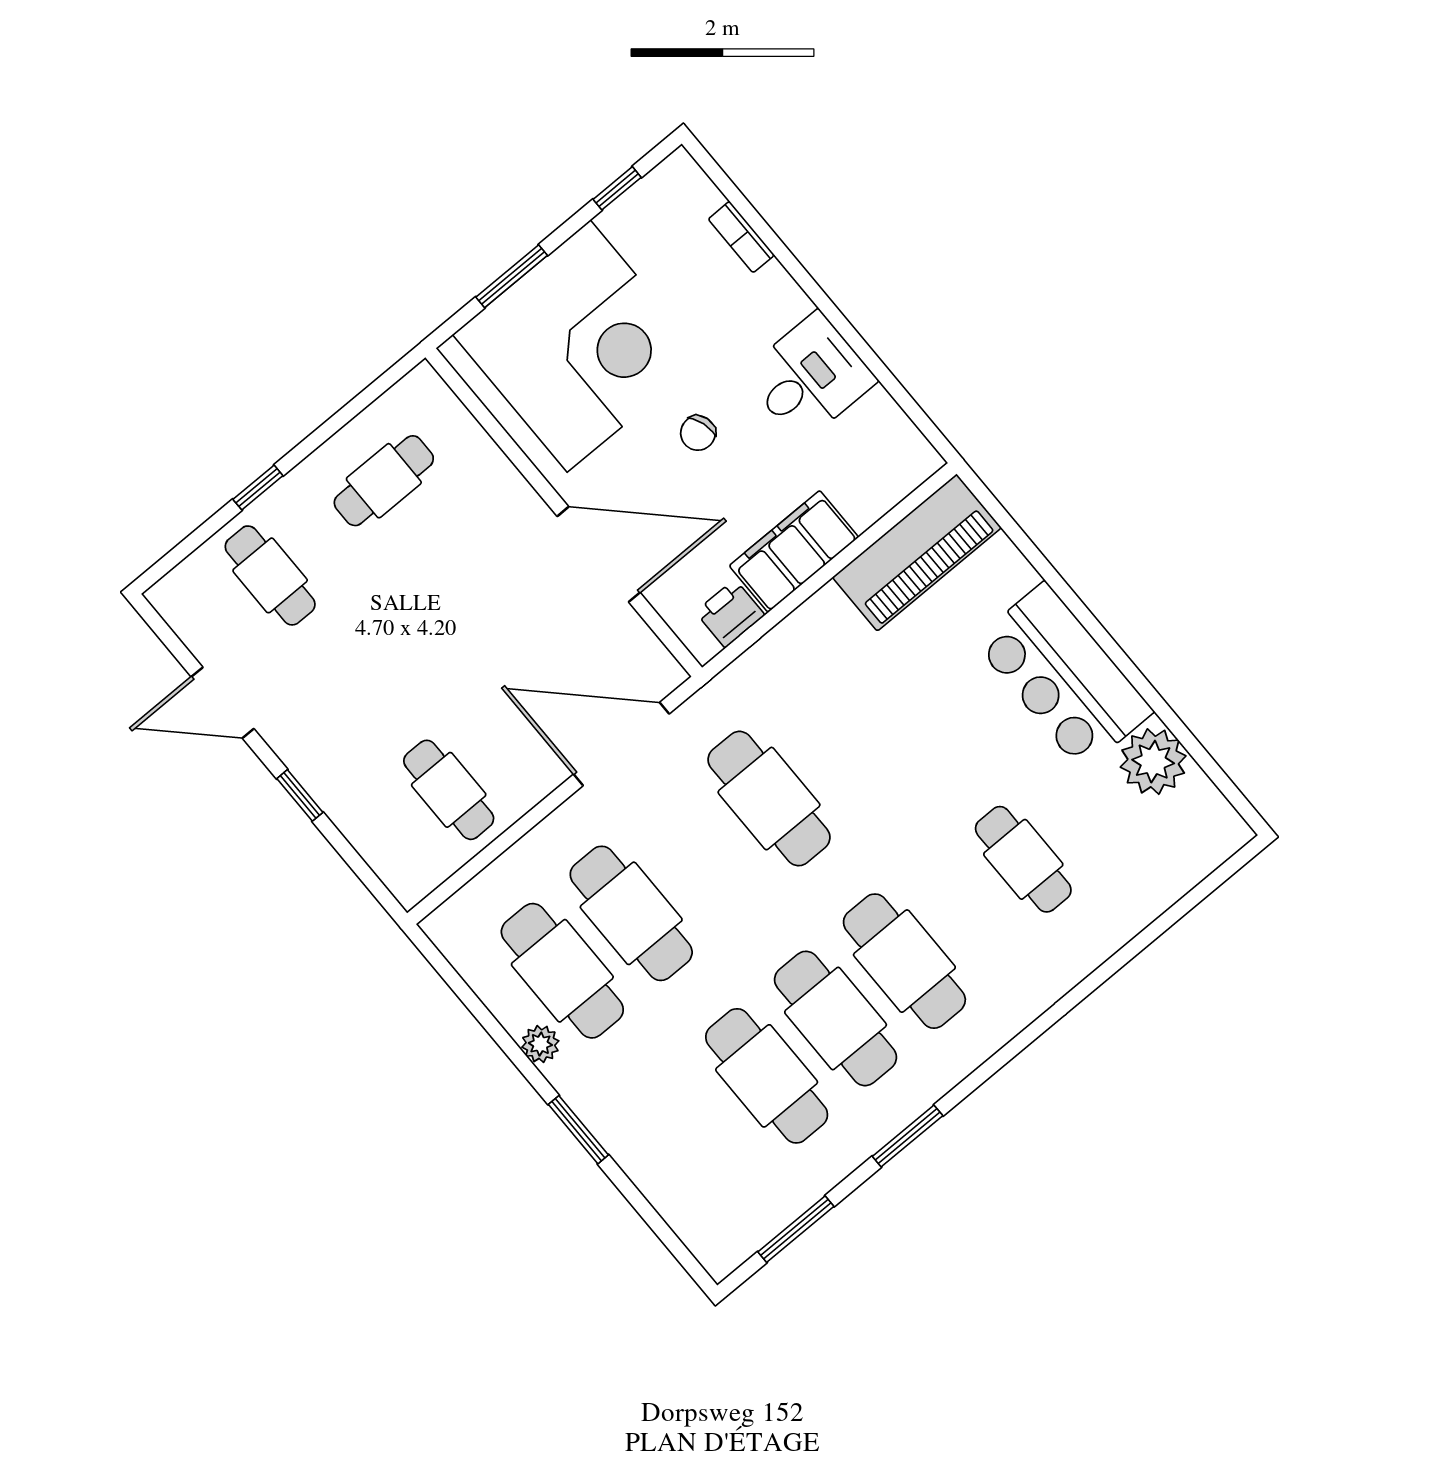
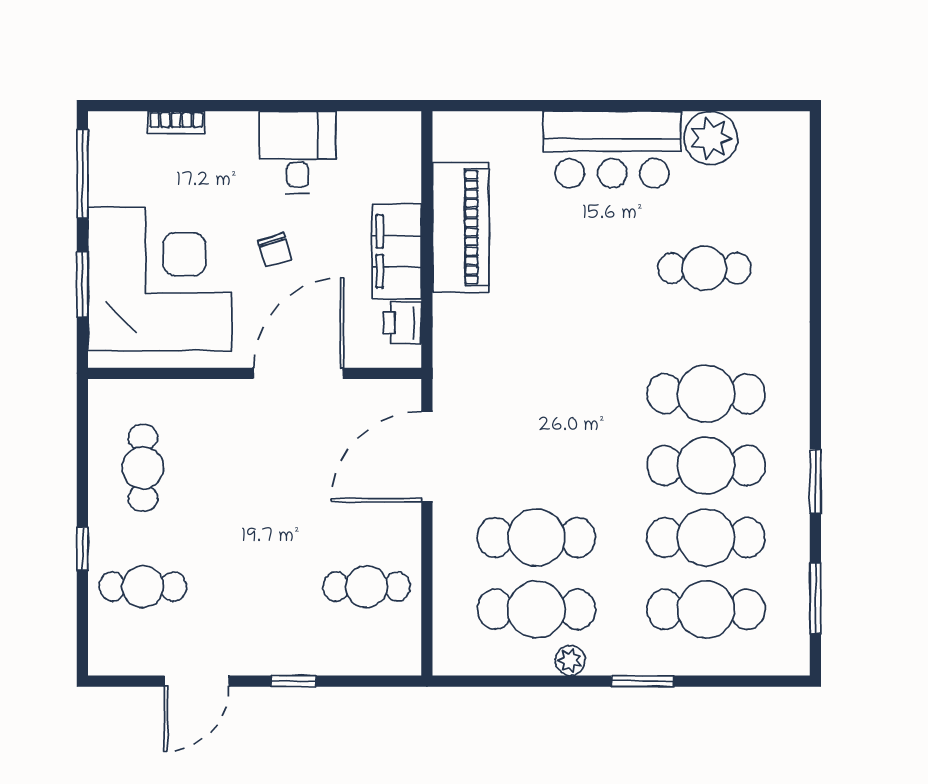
window: (617, 188) -> (82, 174), width x2.17
piano: (917, 552) -> (461, 227), moved
cafe table: (769, 799) -> (706, 609), moved

